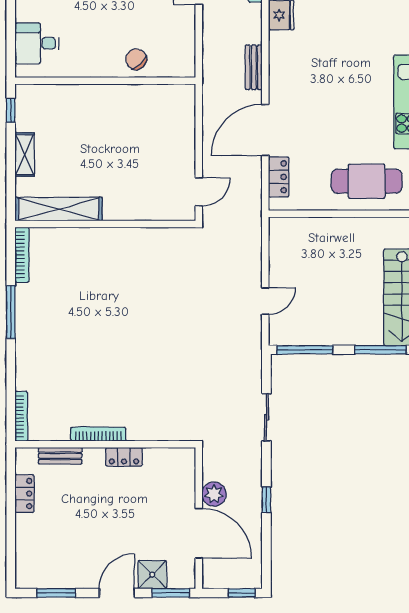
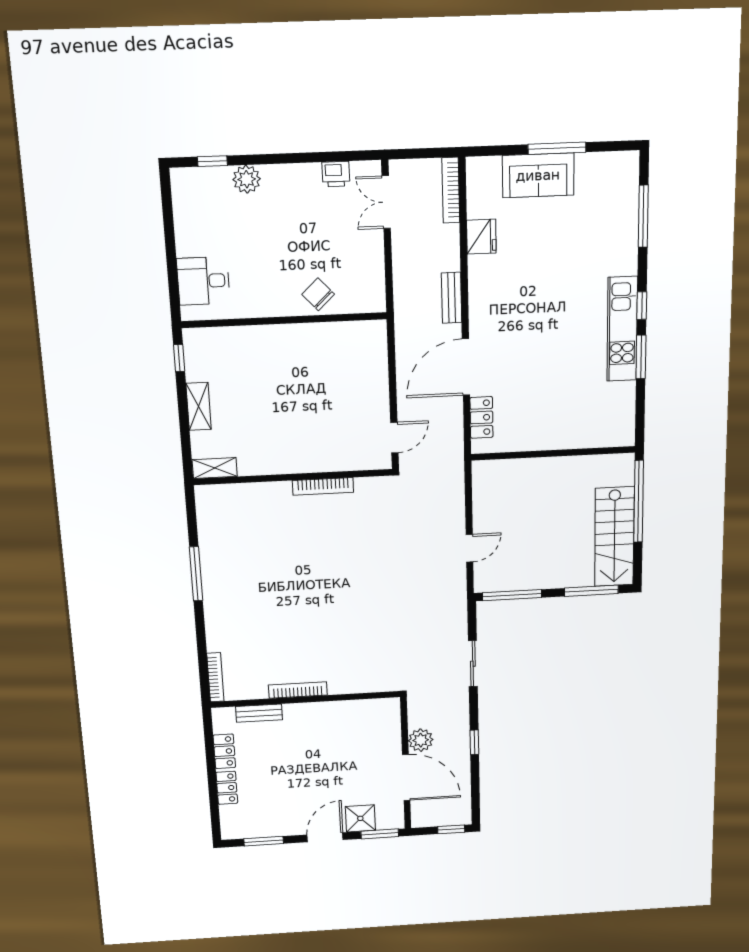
cafe table: (367, 181) -> (577, 417), removed
shelving: (59, 209) -> (215, 468), width x0.45, depth x0.75
bookcase: (22, 255) -> (323, 486), moved, turned 90
locker: (124, 457) -> (227, 788), moved, turned -90

